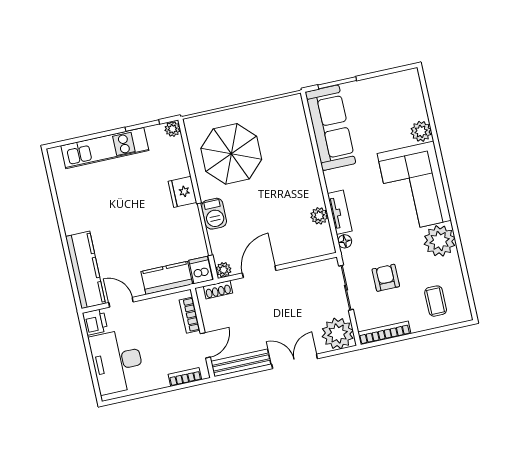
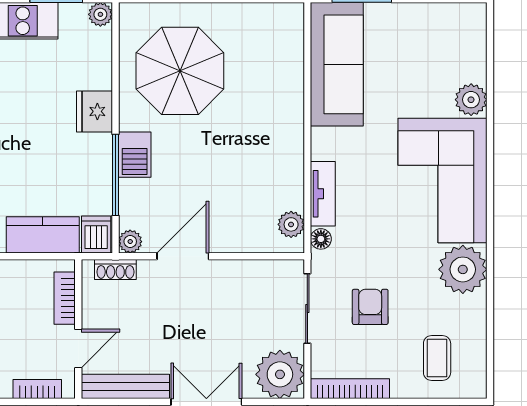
plant: (319, 216) -> (291, 224), moved

